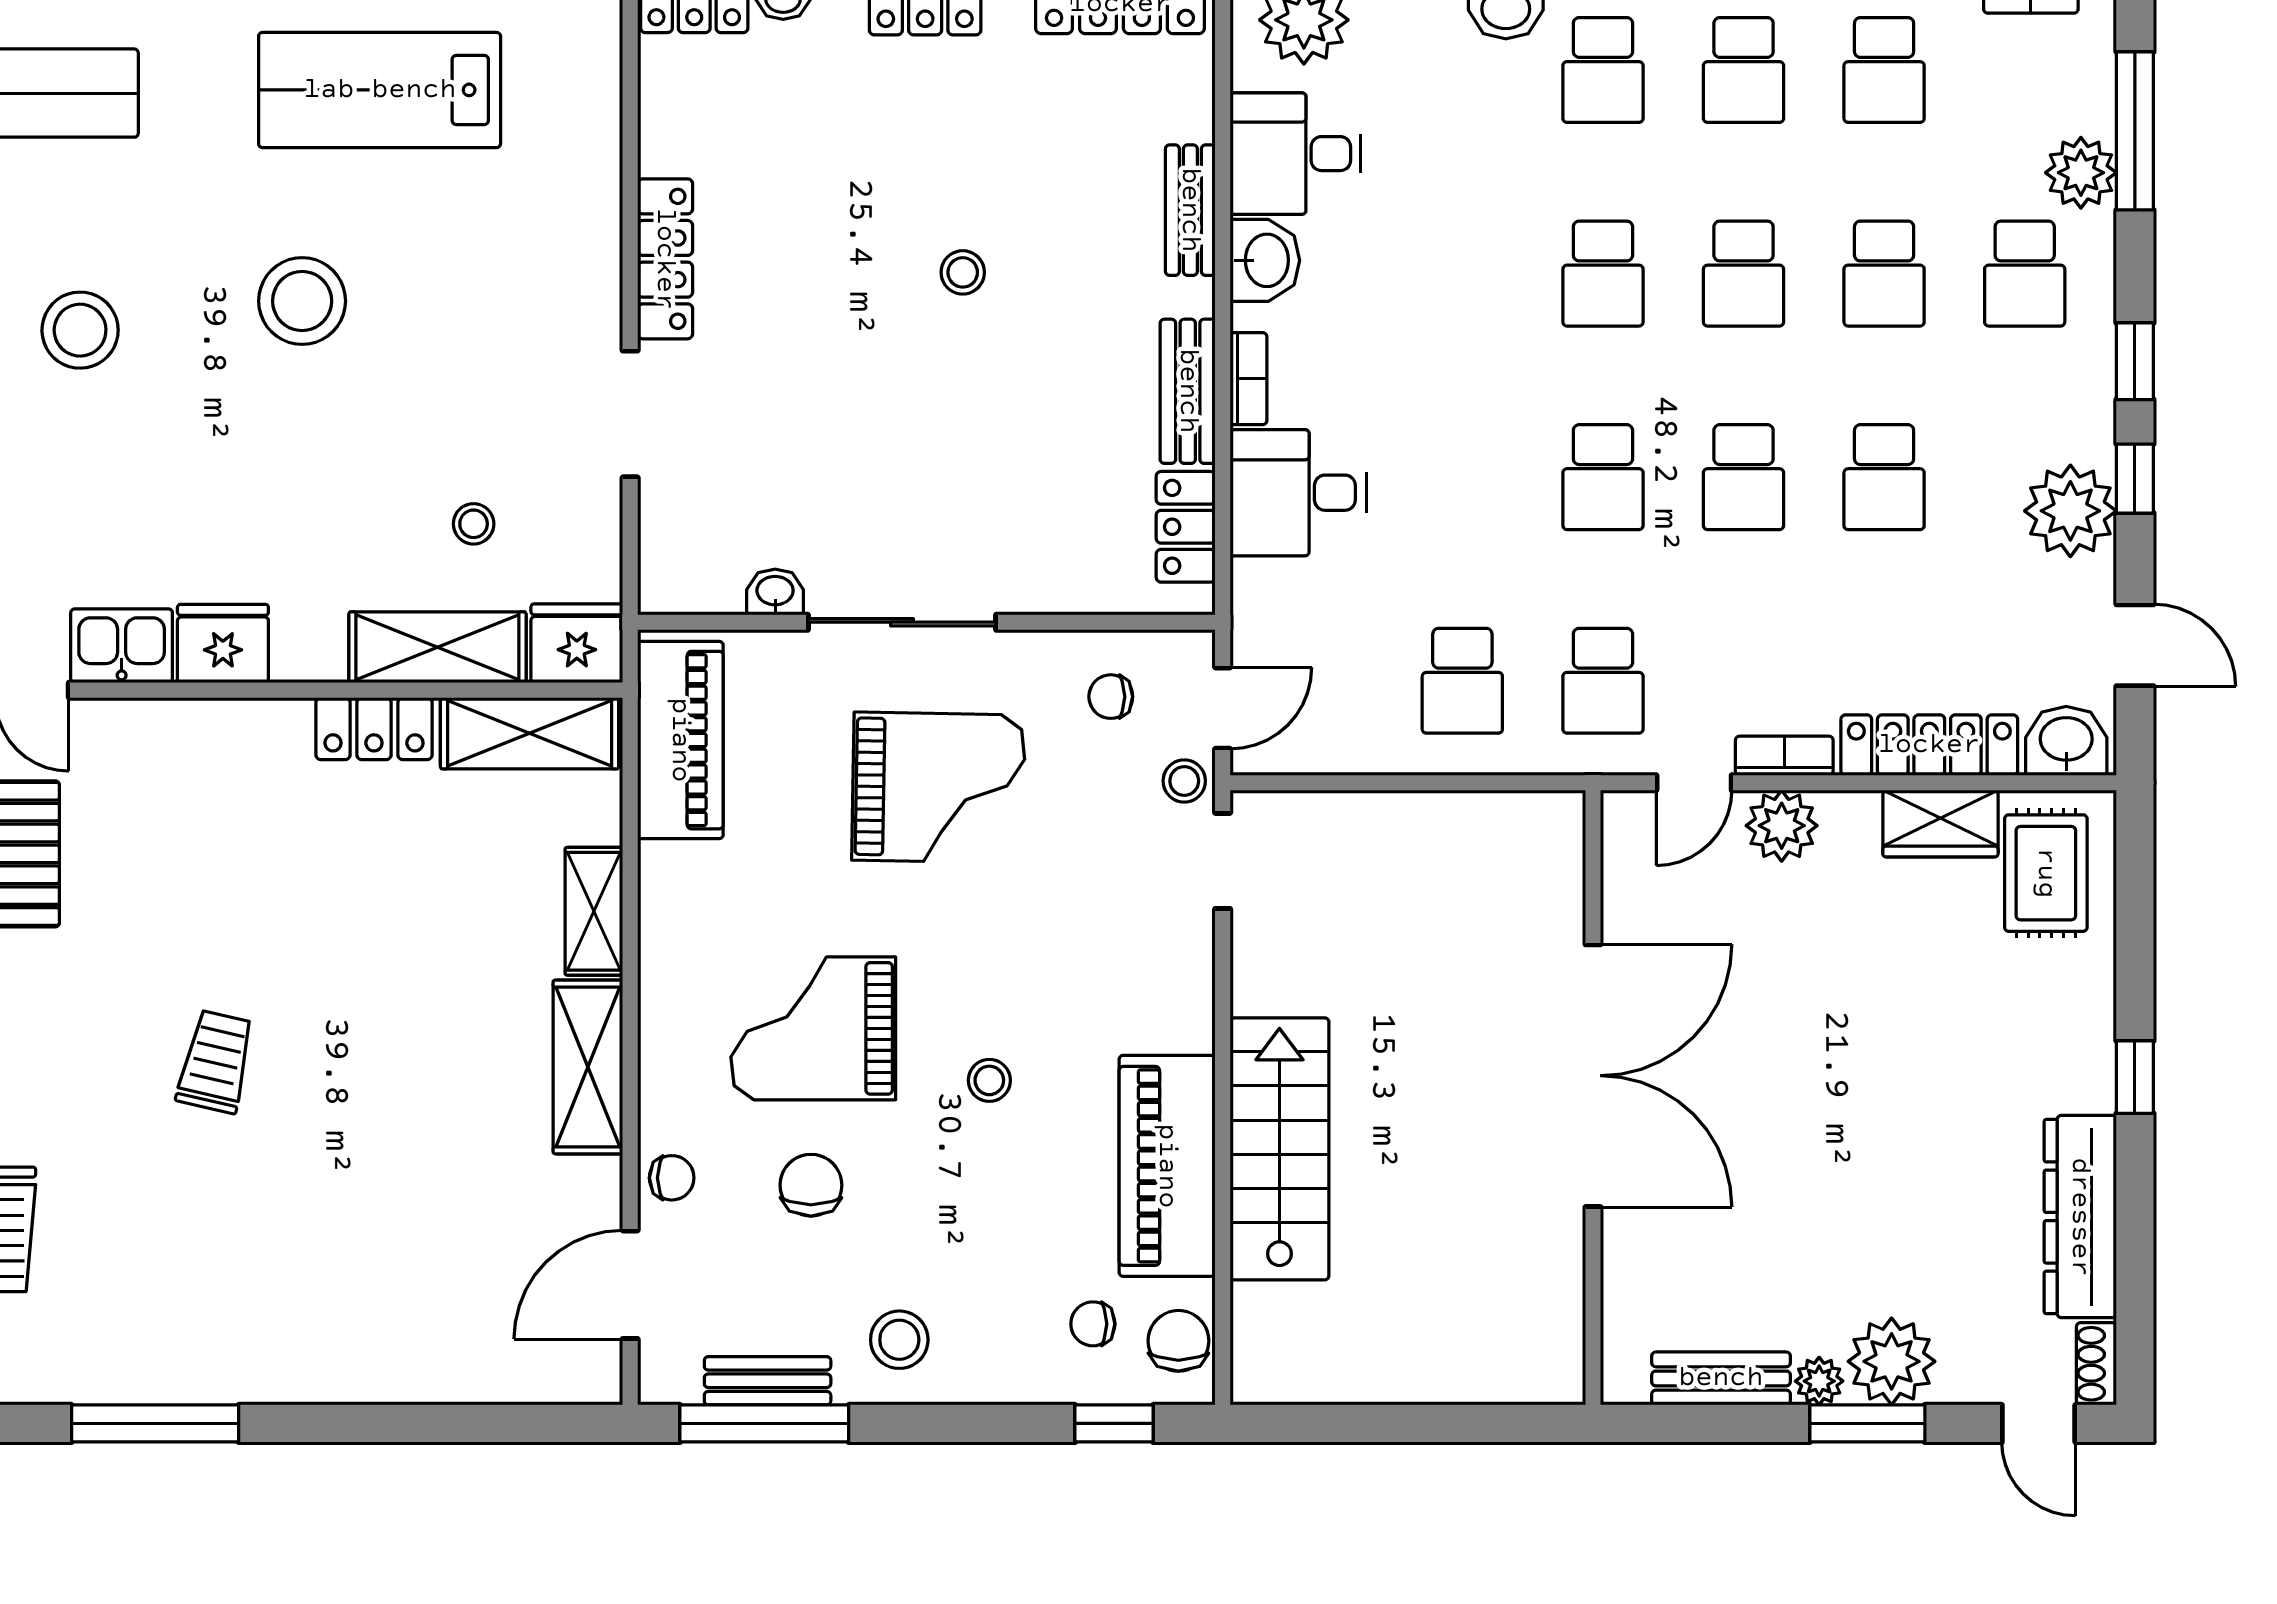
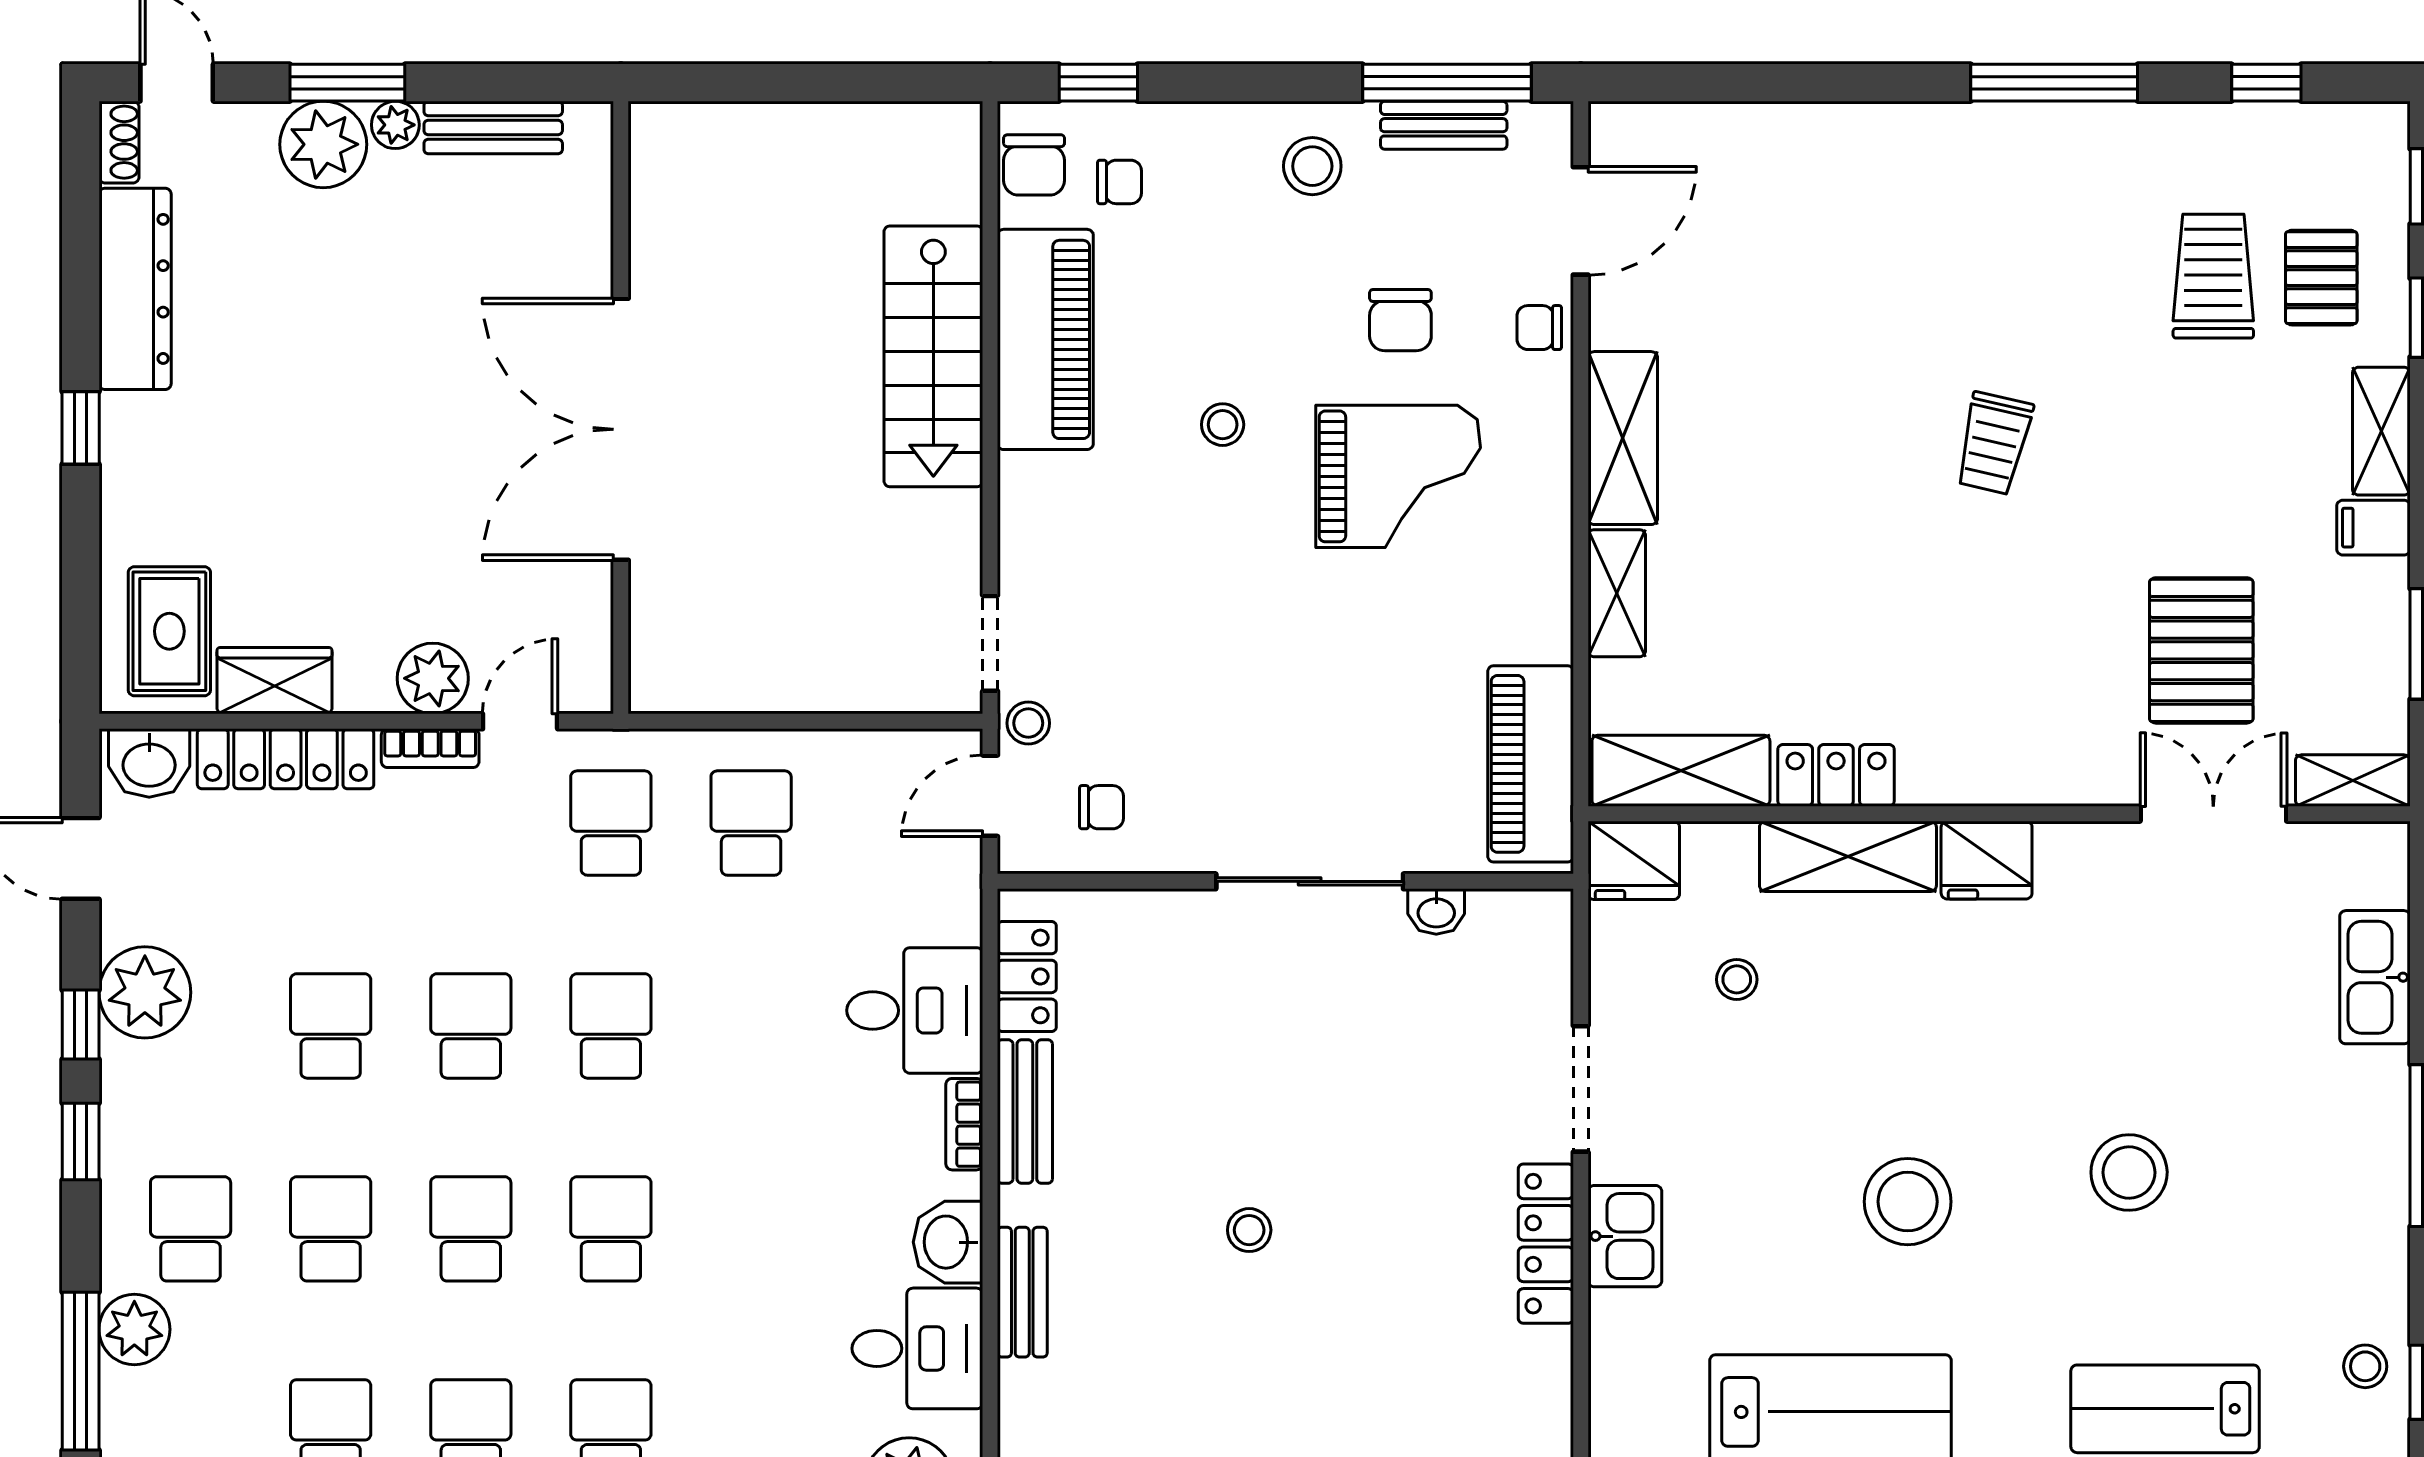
kitchen sink: (122, 646) -> (1625, 1236), moved, turned -90
shelving: (437, 647) -> (1848, 856), moved
grand piano: (939, 788) -> (1273, 717), removed

